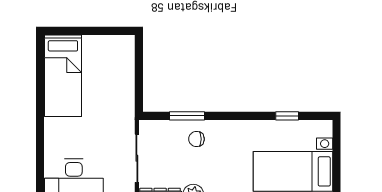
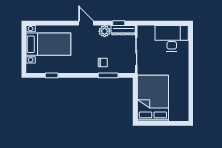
bed: (63, 76) -> (153, 98), moved, width x1.50

